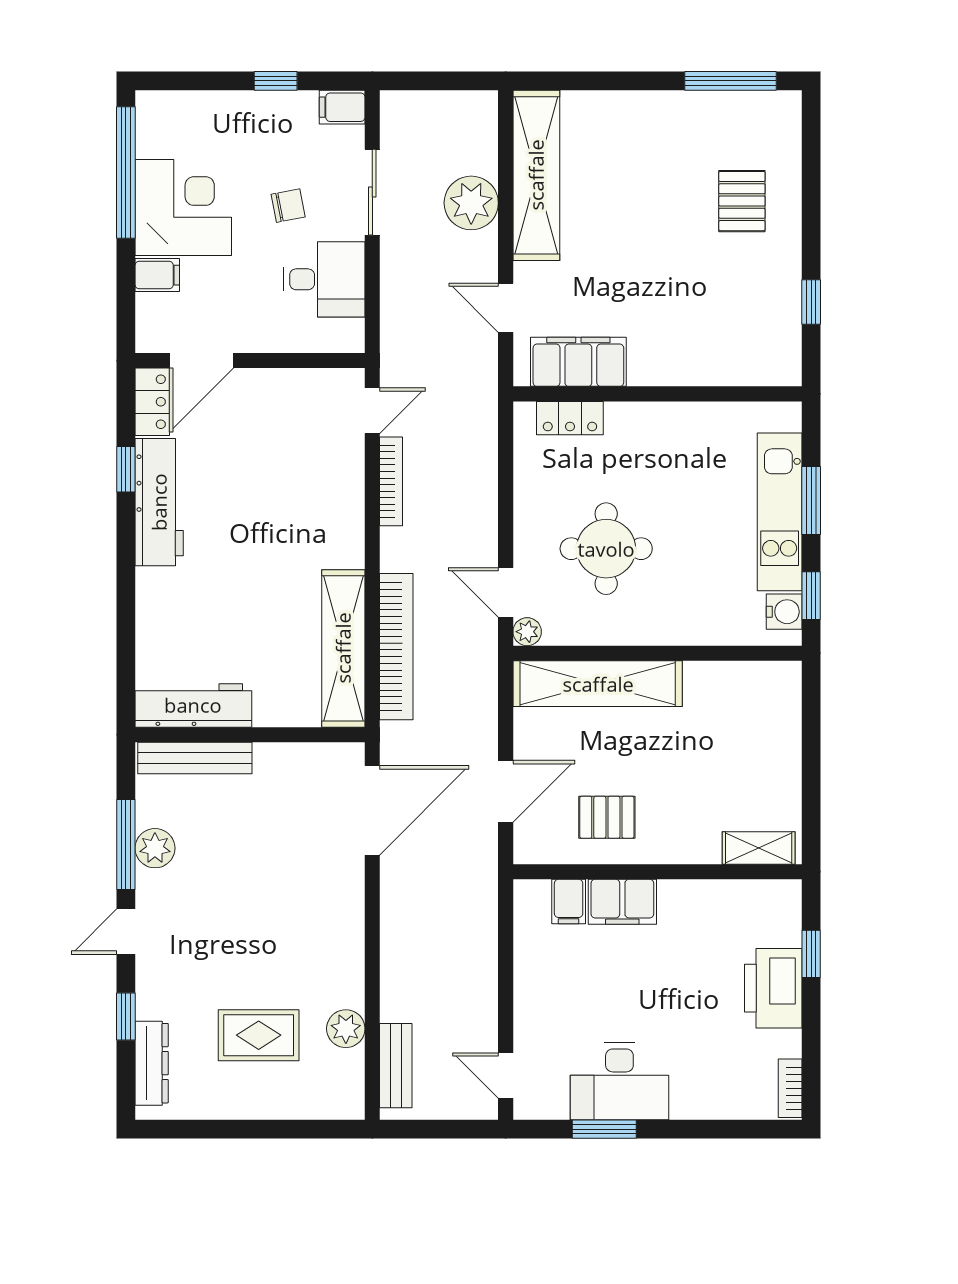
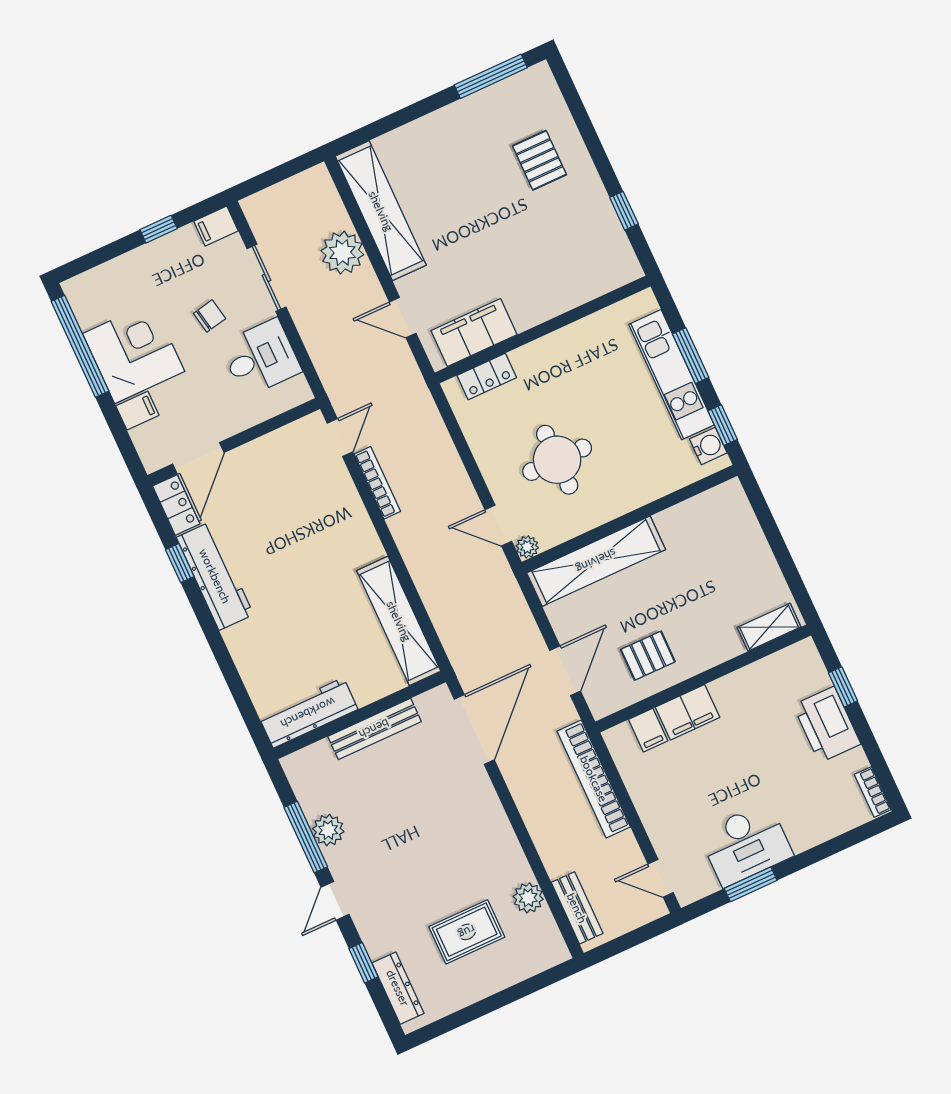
bookcase: (396, 647) -> (594, 779), moved, turned 180
bench: (195, 758) -> (374, 729), moved

